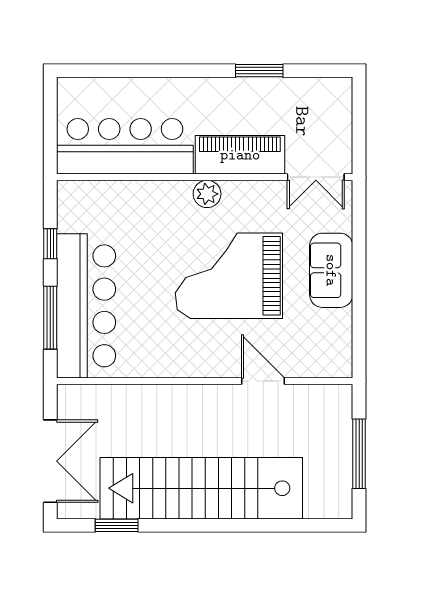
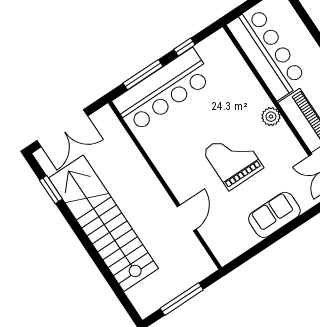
grand piano: (229, 276) -> (233, 159), width x0.73, depth x0.68

